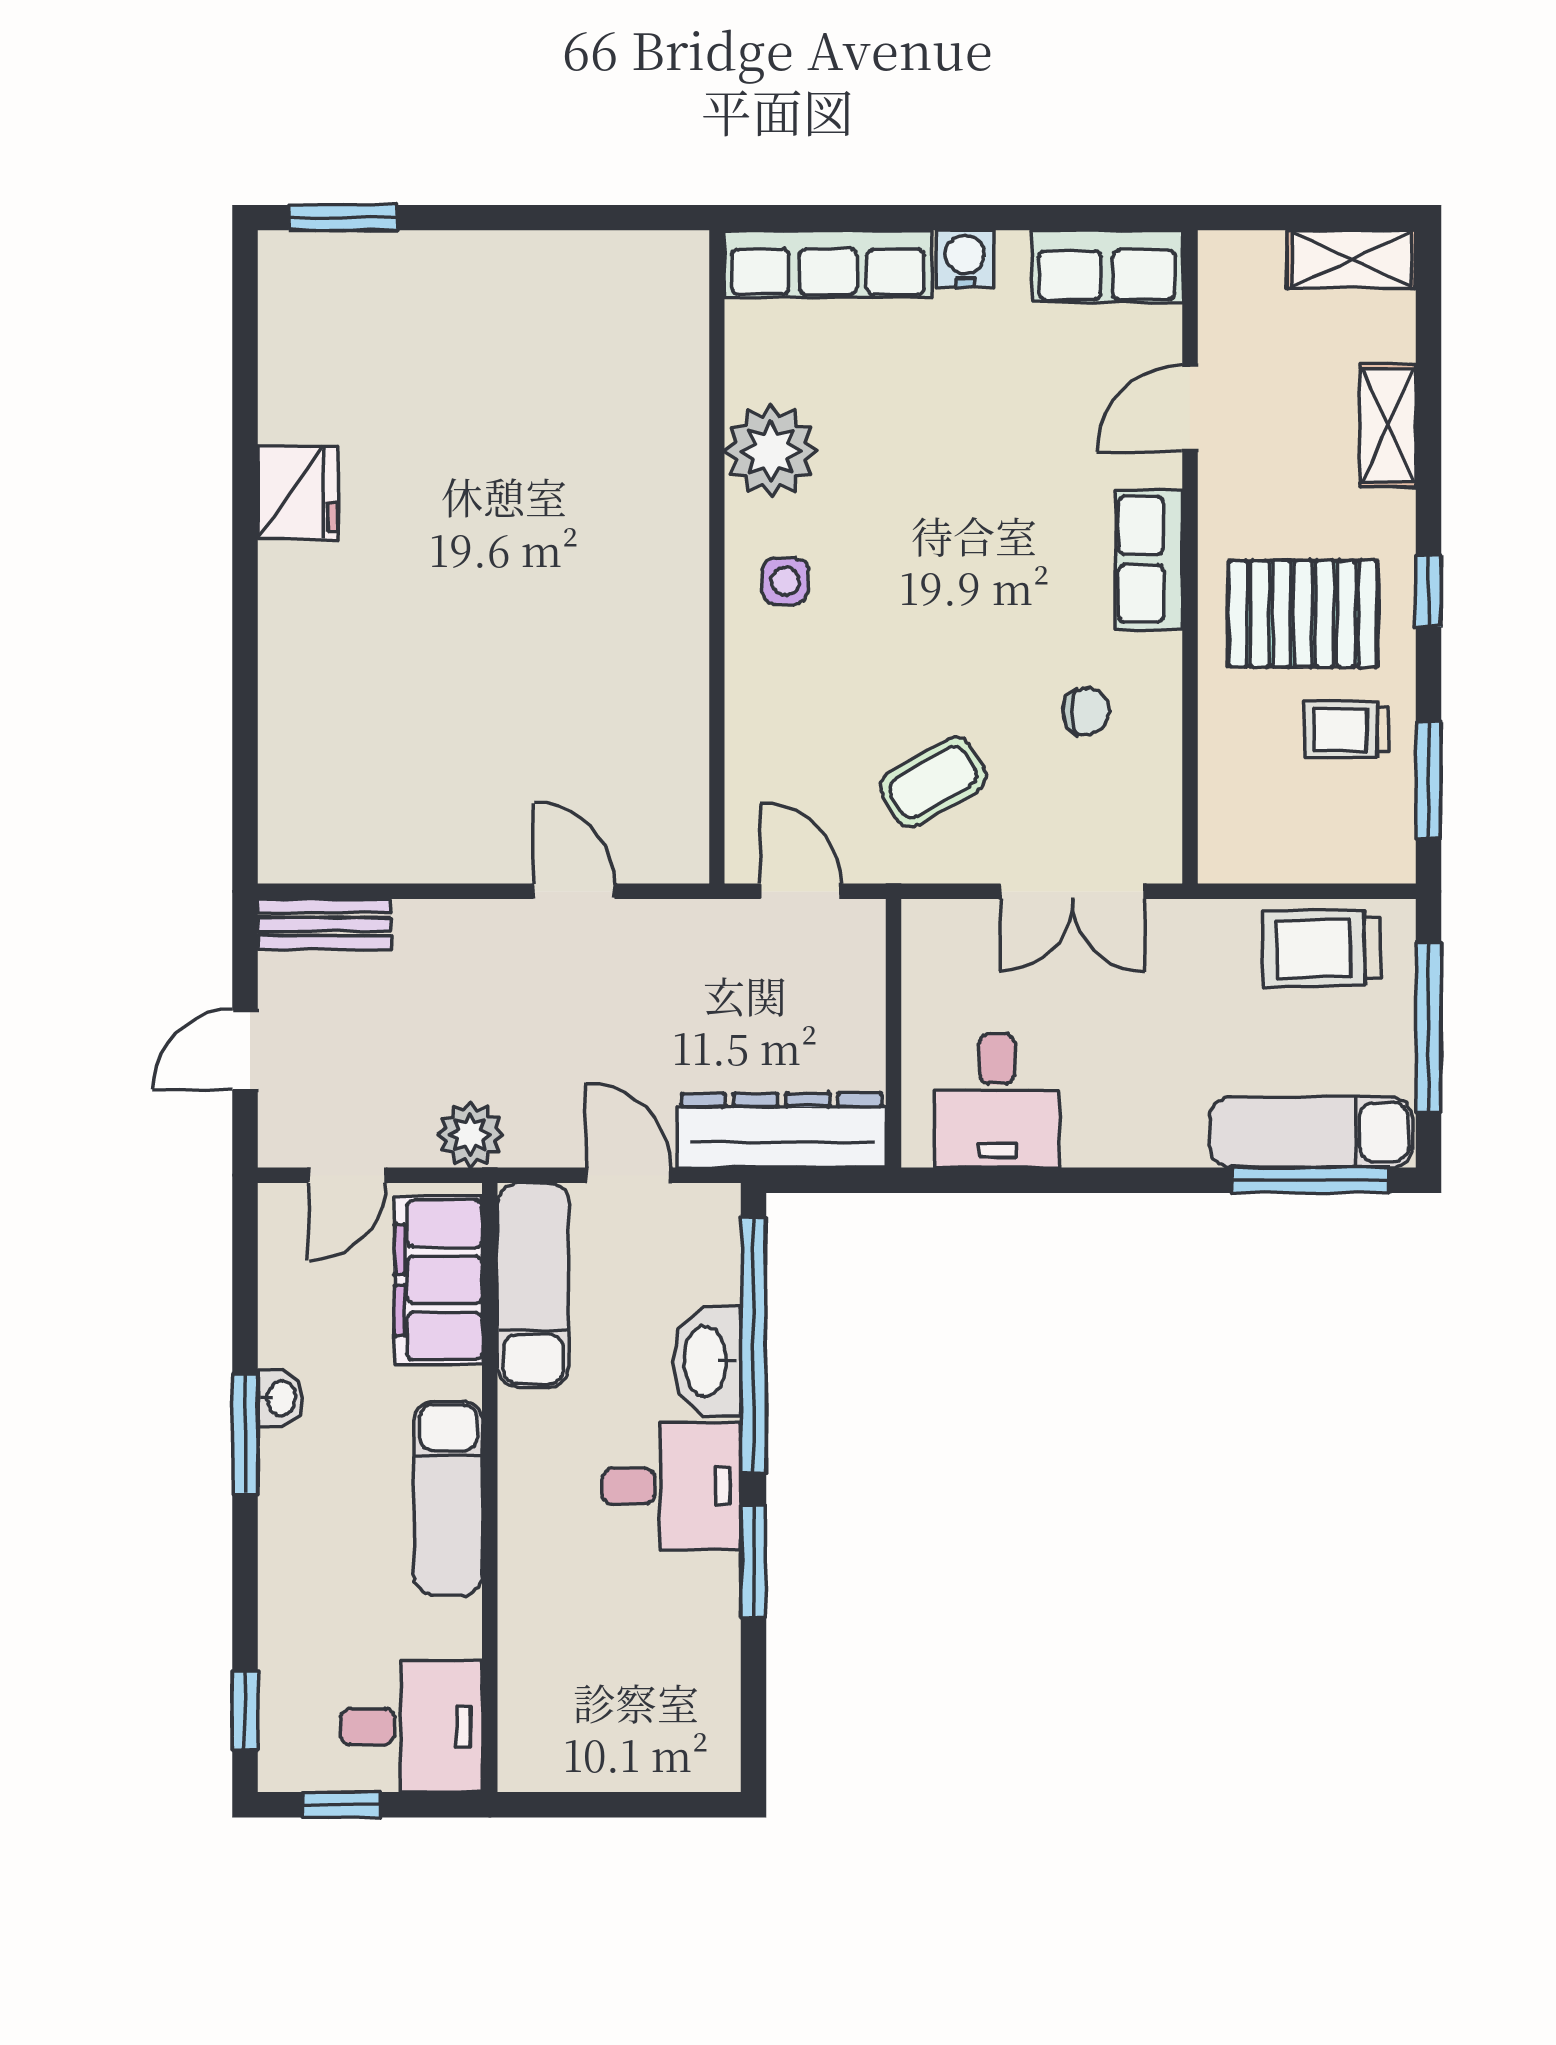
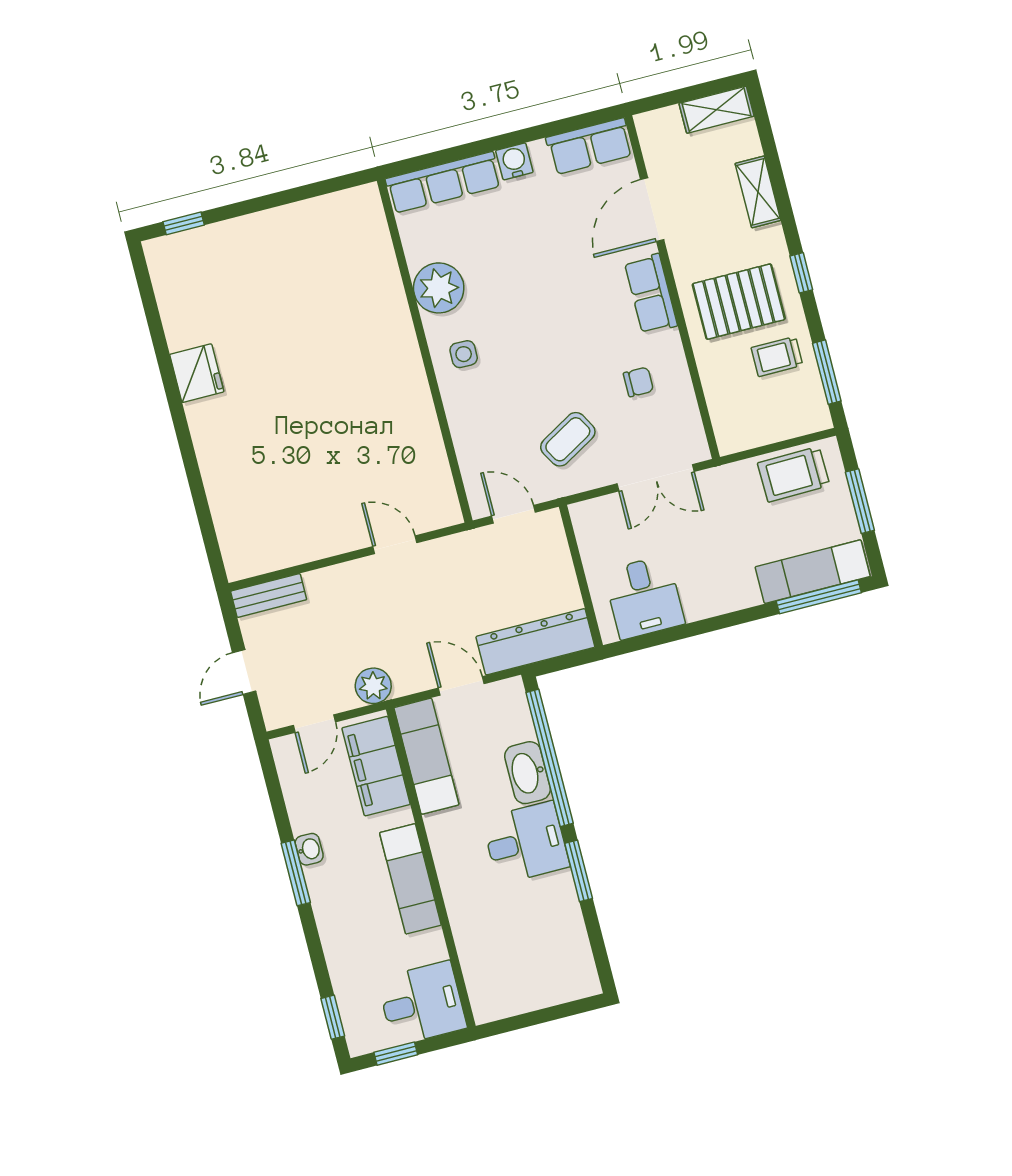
window: (343, 218) -> (184, 223), width x0.67
door: (1190, 409) -> (652, 210), width x1.37
window: (1428, 1027) -> (860, 501), width x0.69

